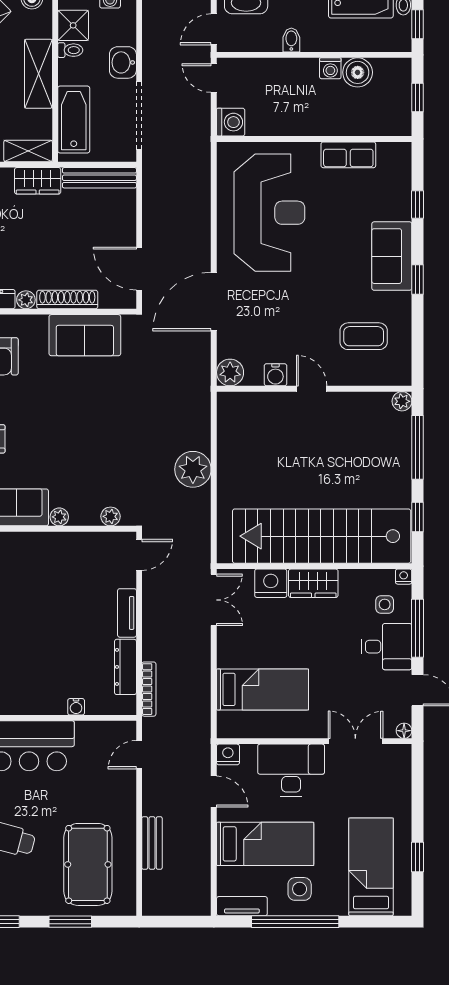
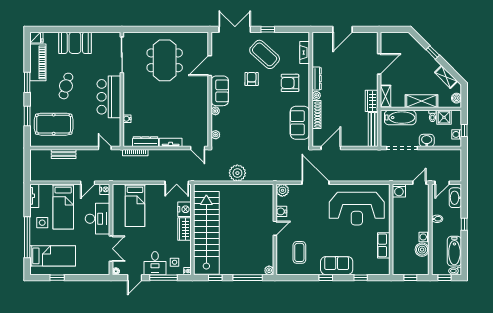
door: (214, 29) -> (442, 183), swing flipped
window: (295, 922) -> (27, 237), moved

